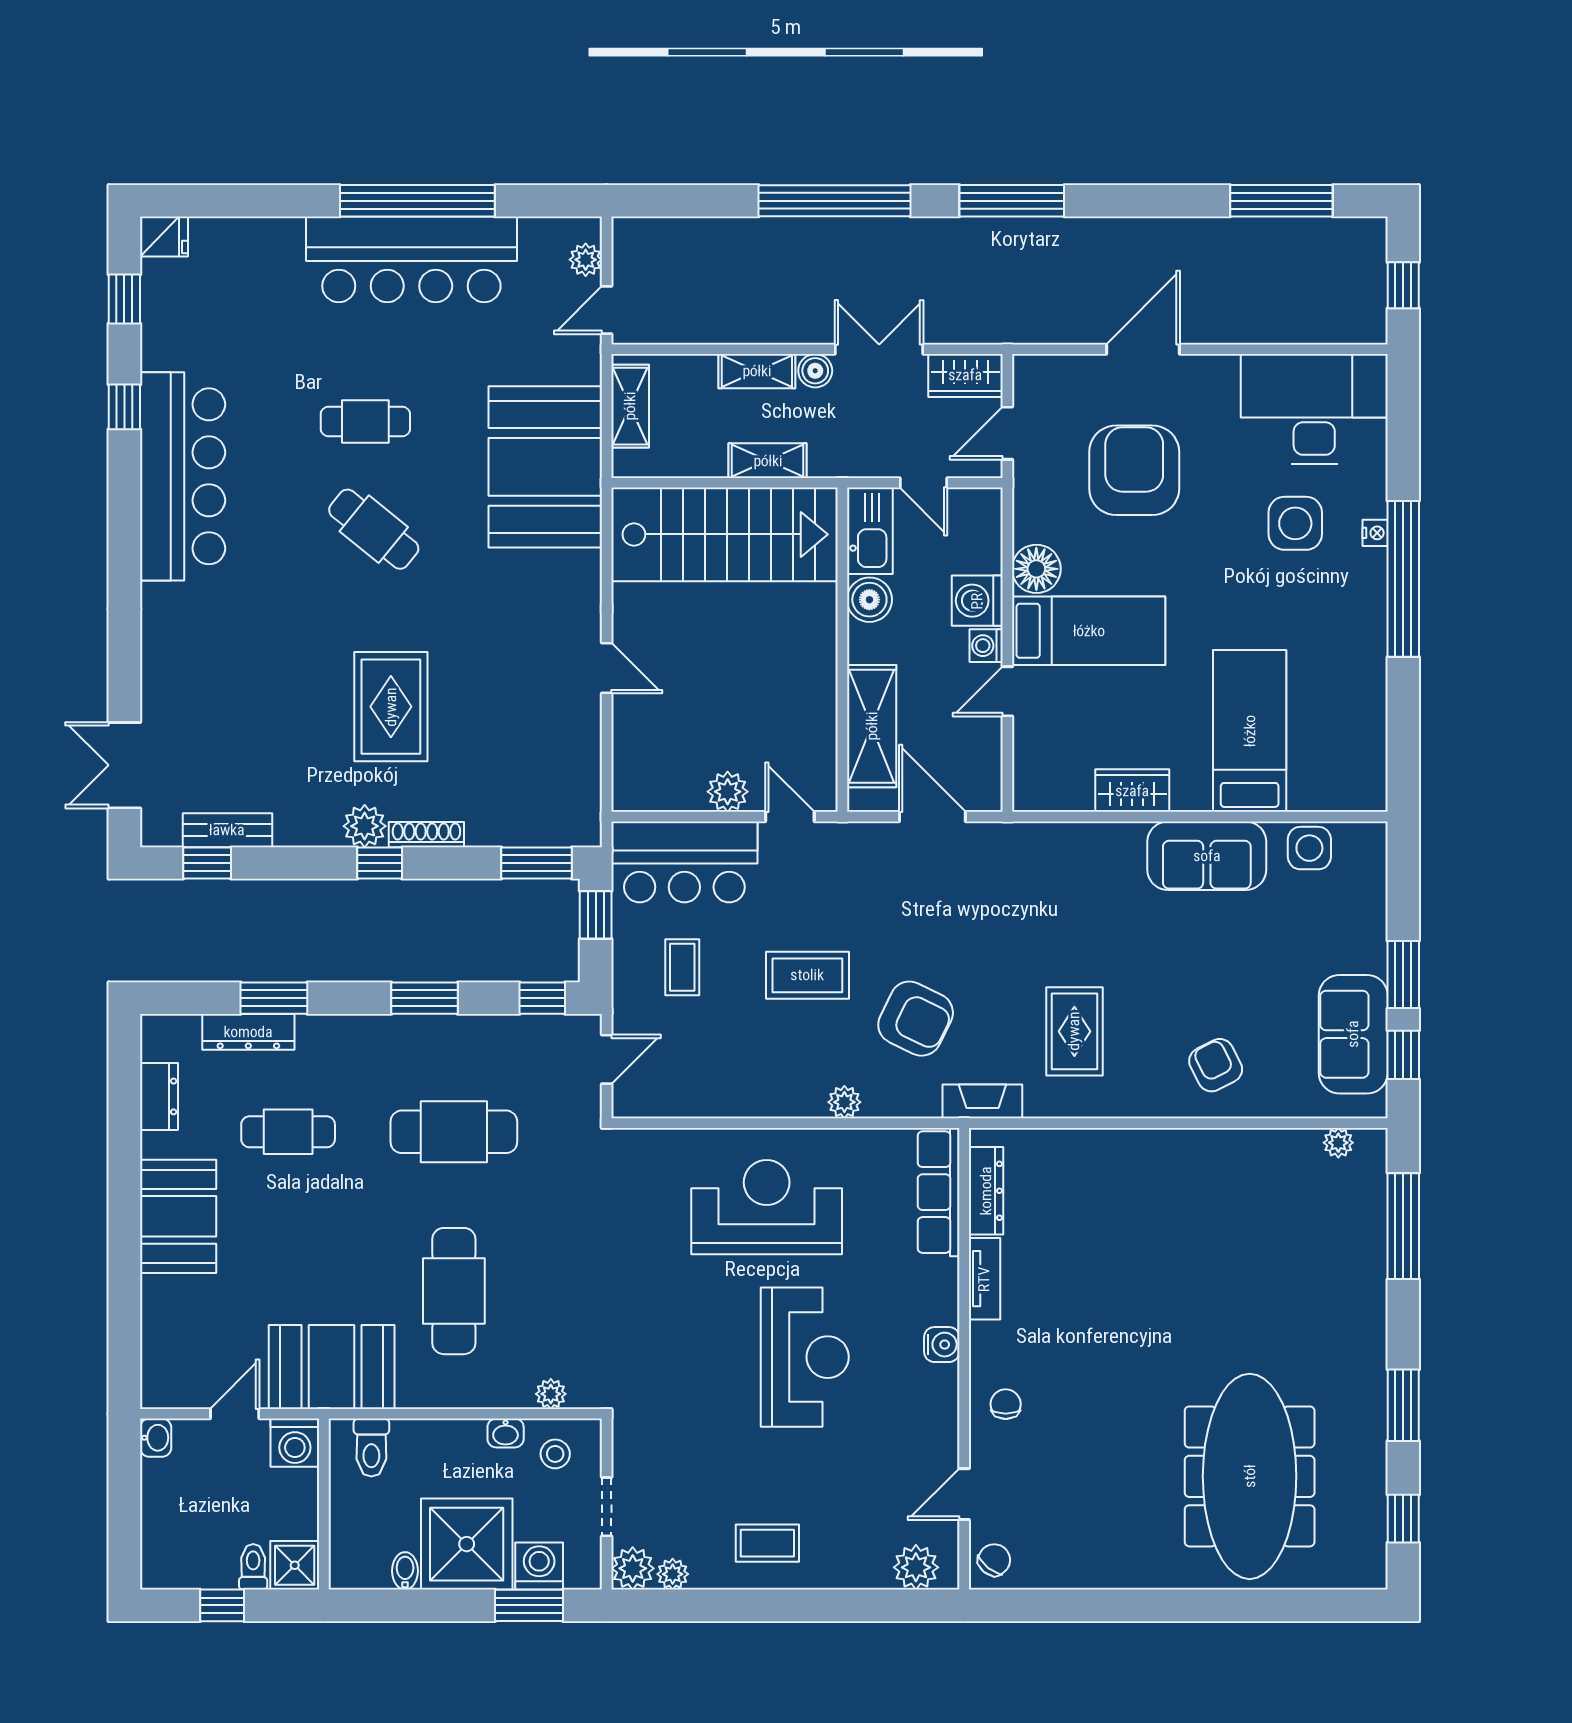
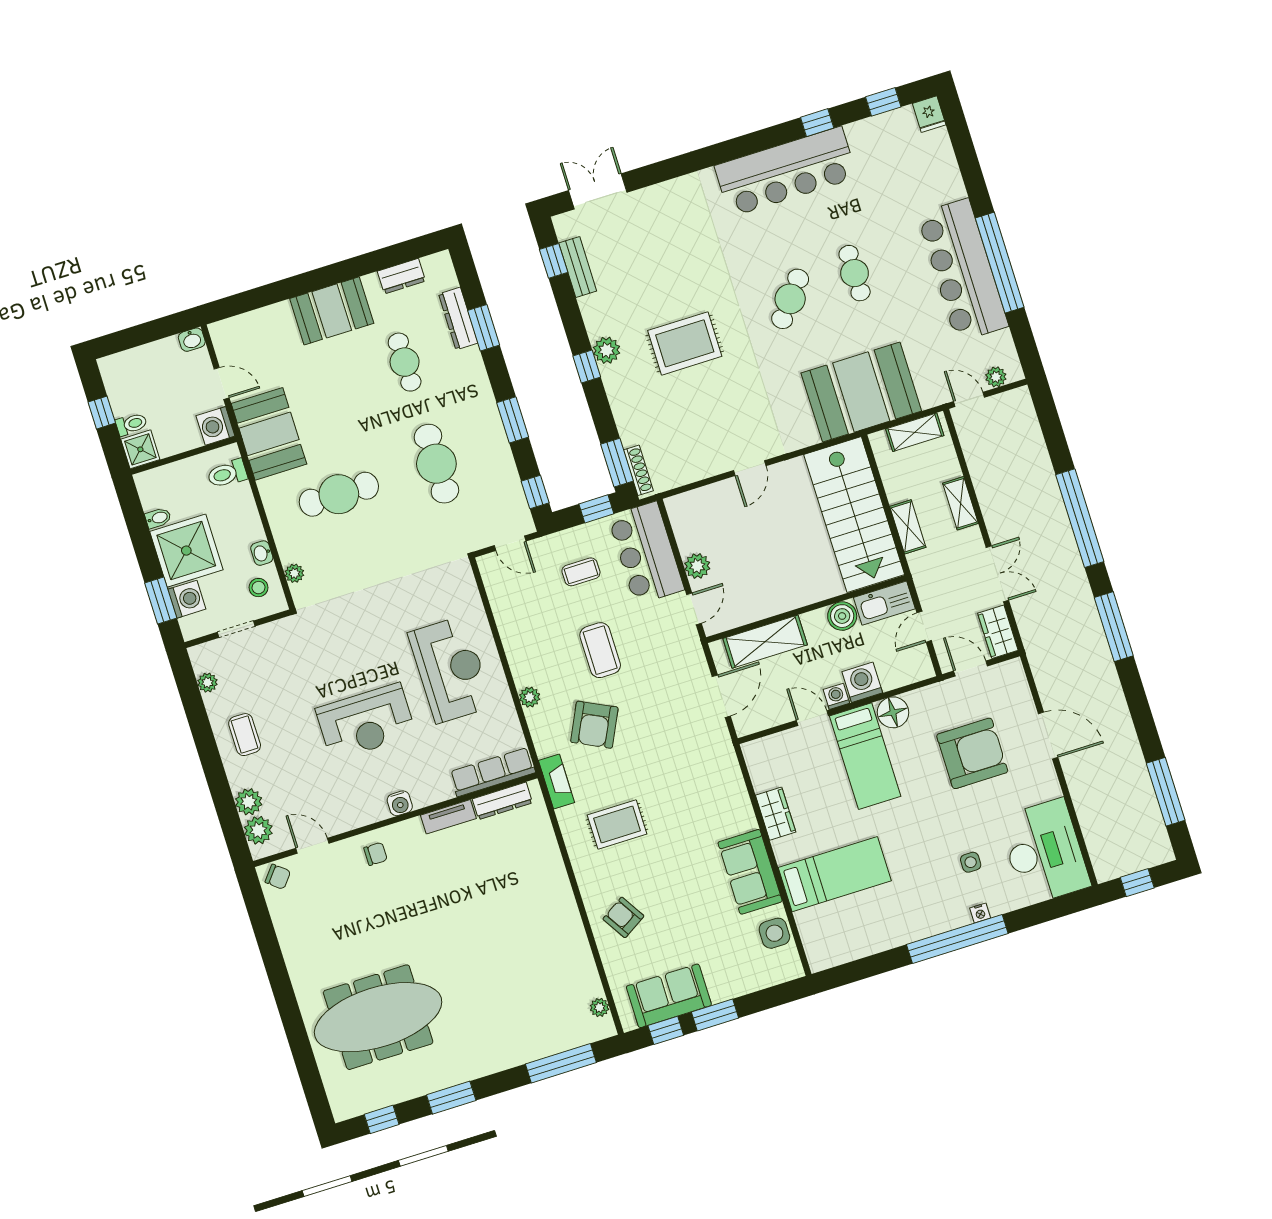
boiler: (815, 371) -> (972, 539), removed
side table: (1295, 523) -> (971, 862), width x0.54, depth x0.54
shoe rack: (426, 835) -> (638, 470), moved
armchair: (1216, 1065) -> (623, 917), turned -95
plant: (633, 1568) -> (249, 802), moved

